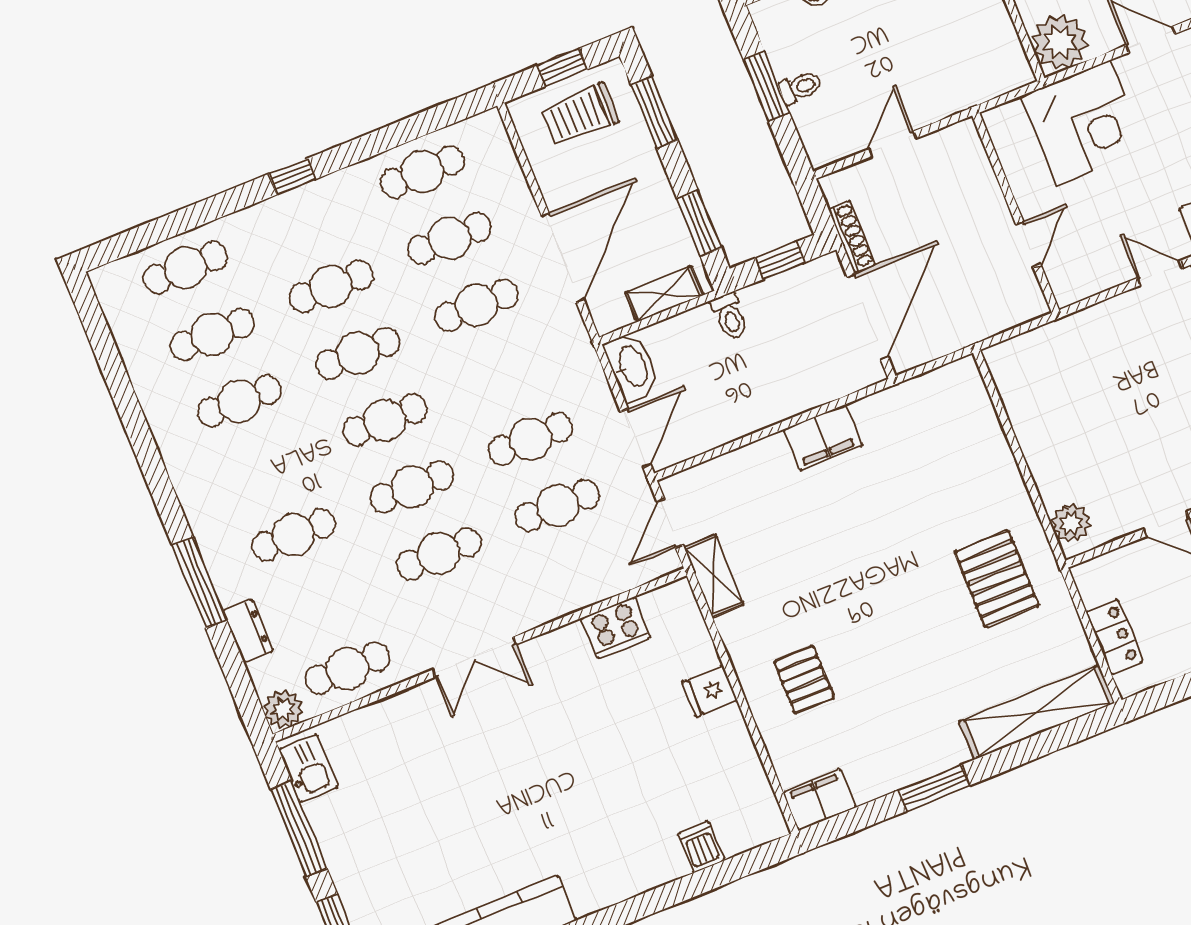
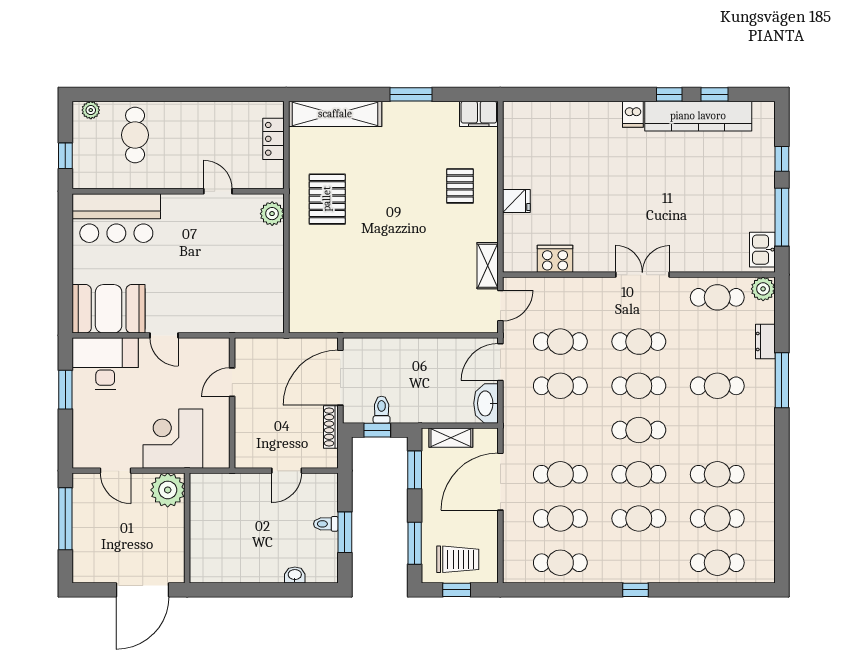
toilet: (730, 316) -> (382, 410), moved
filing cabinet: (823, 438) -> (394, 319), removed
dishwasher: (701, 847) -> (633, 114), moved

